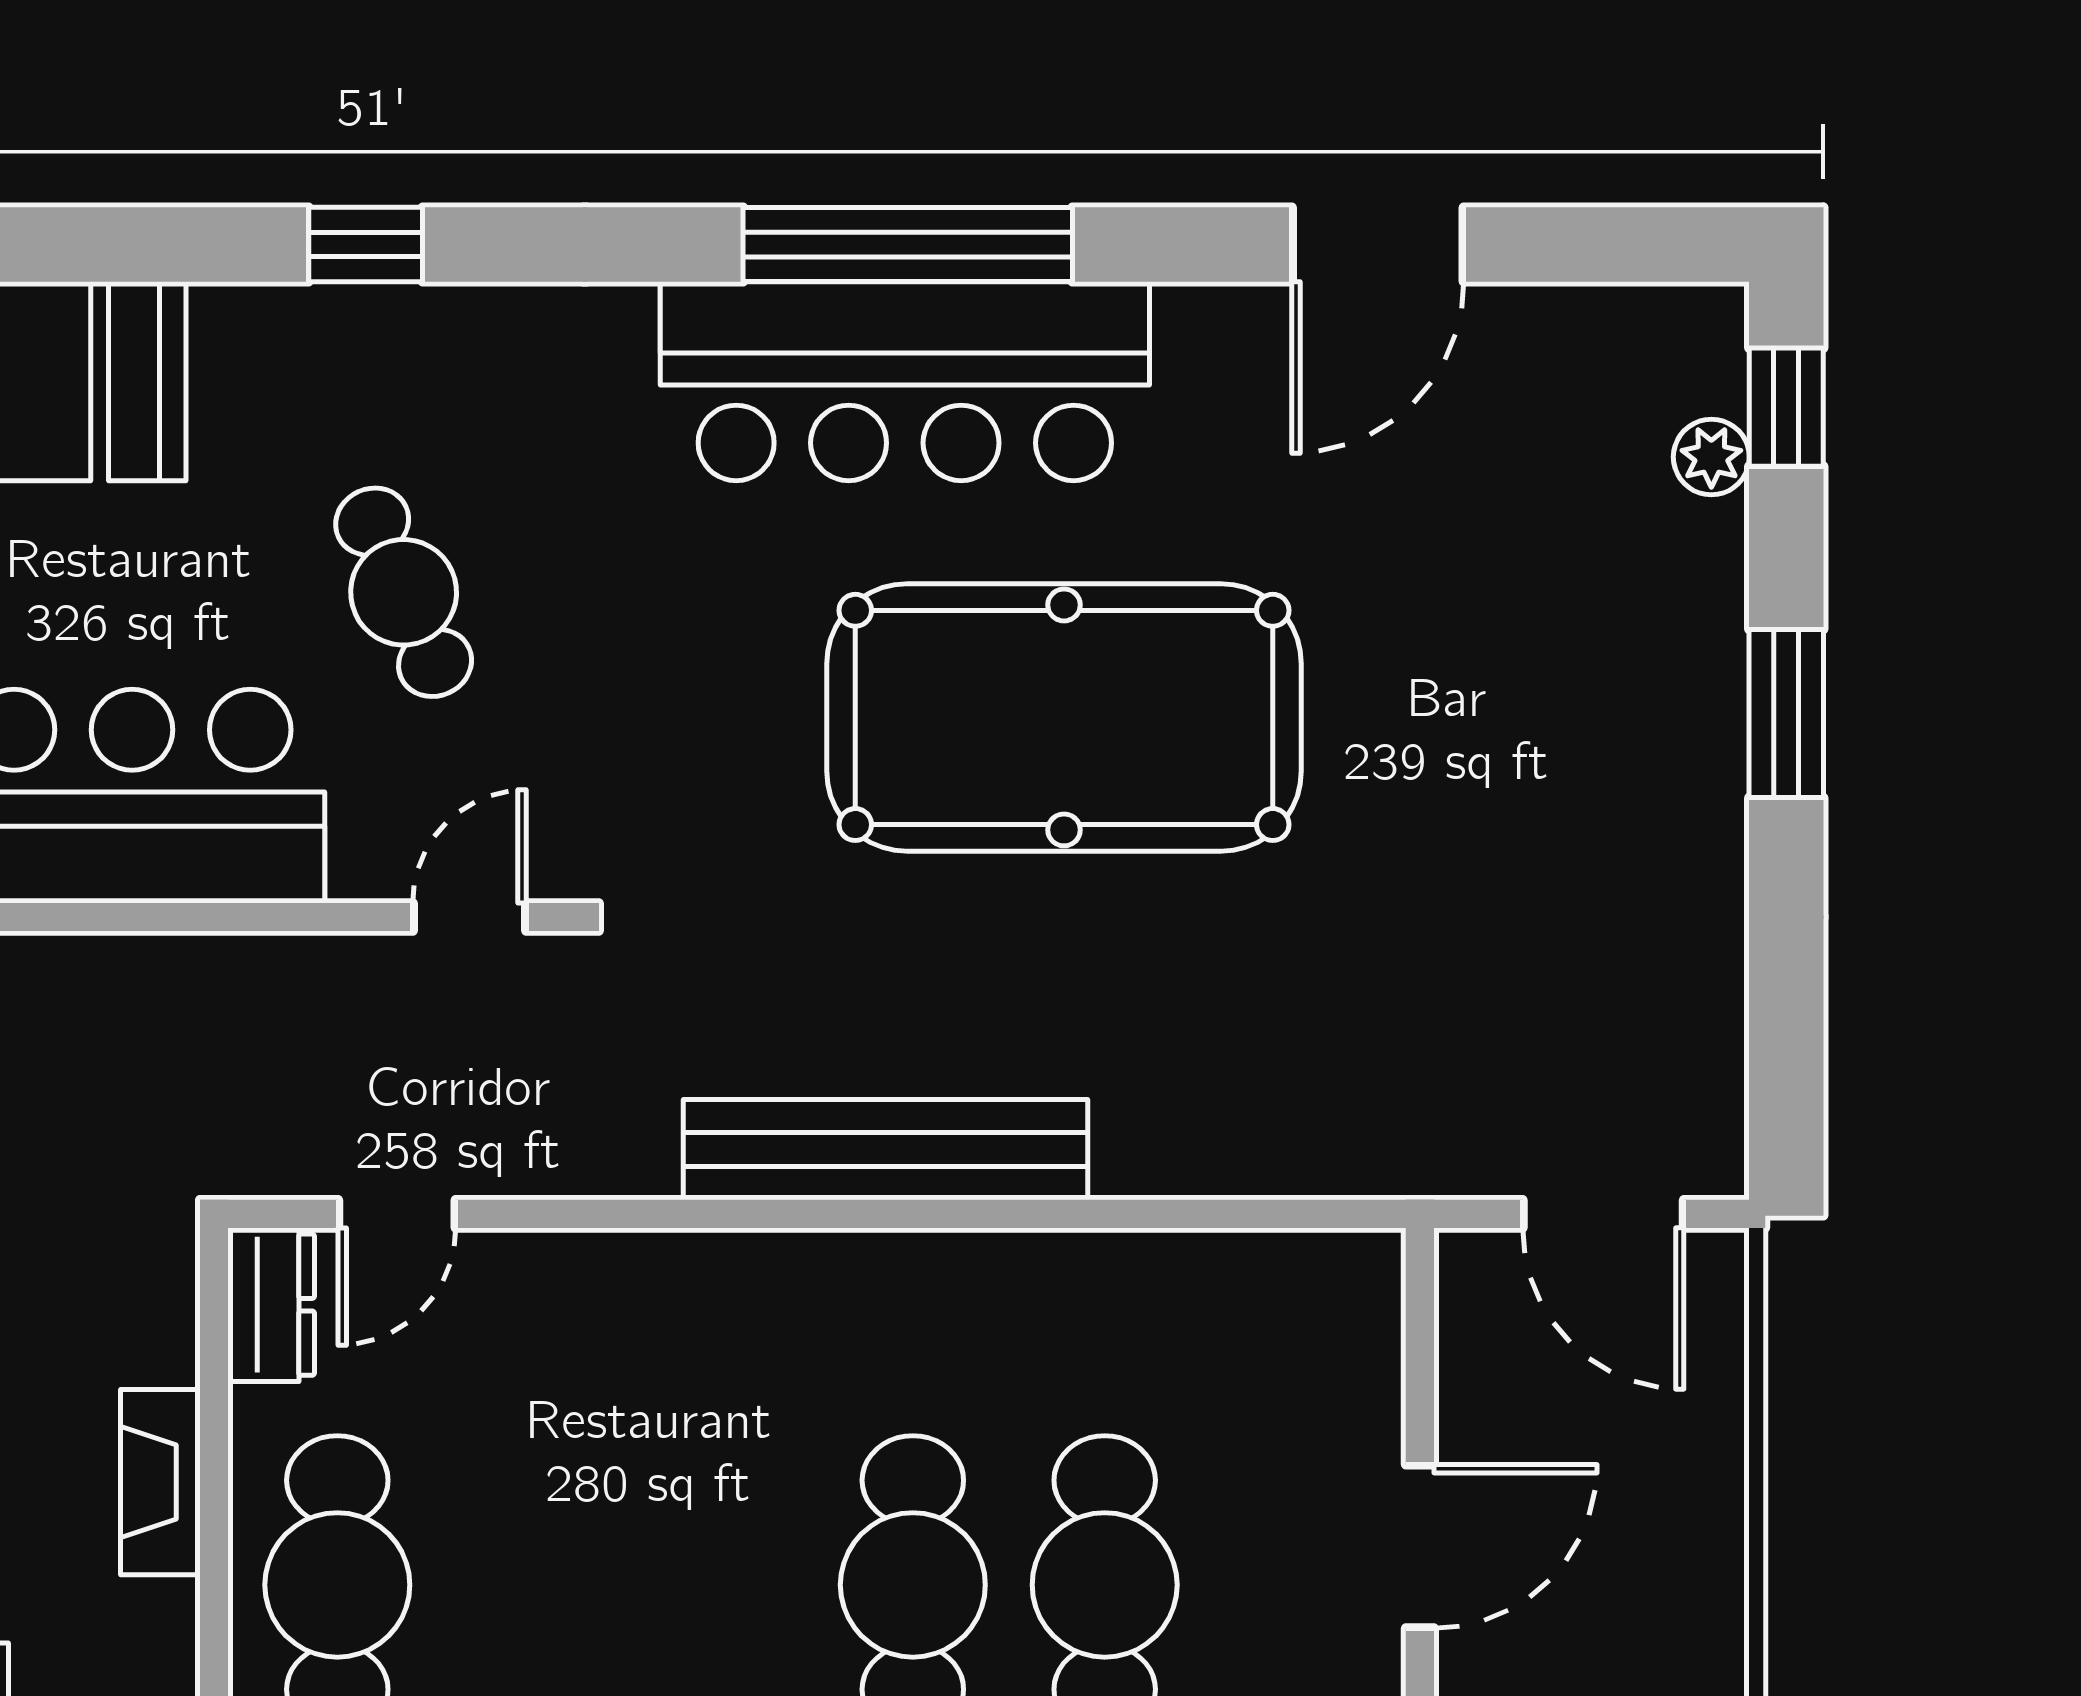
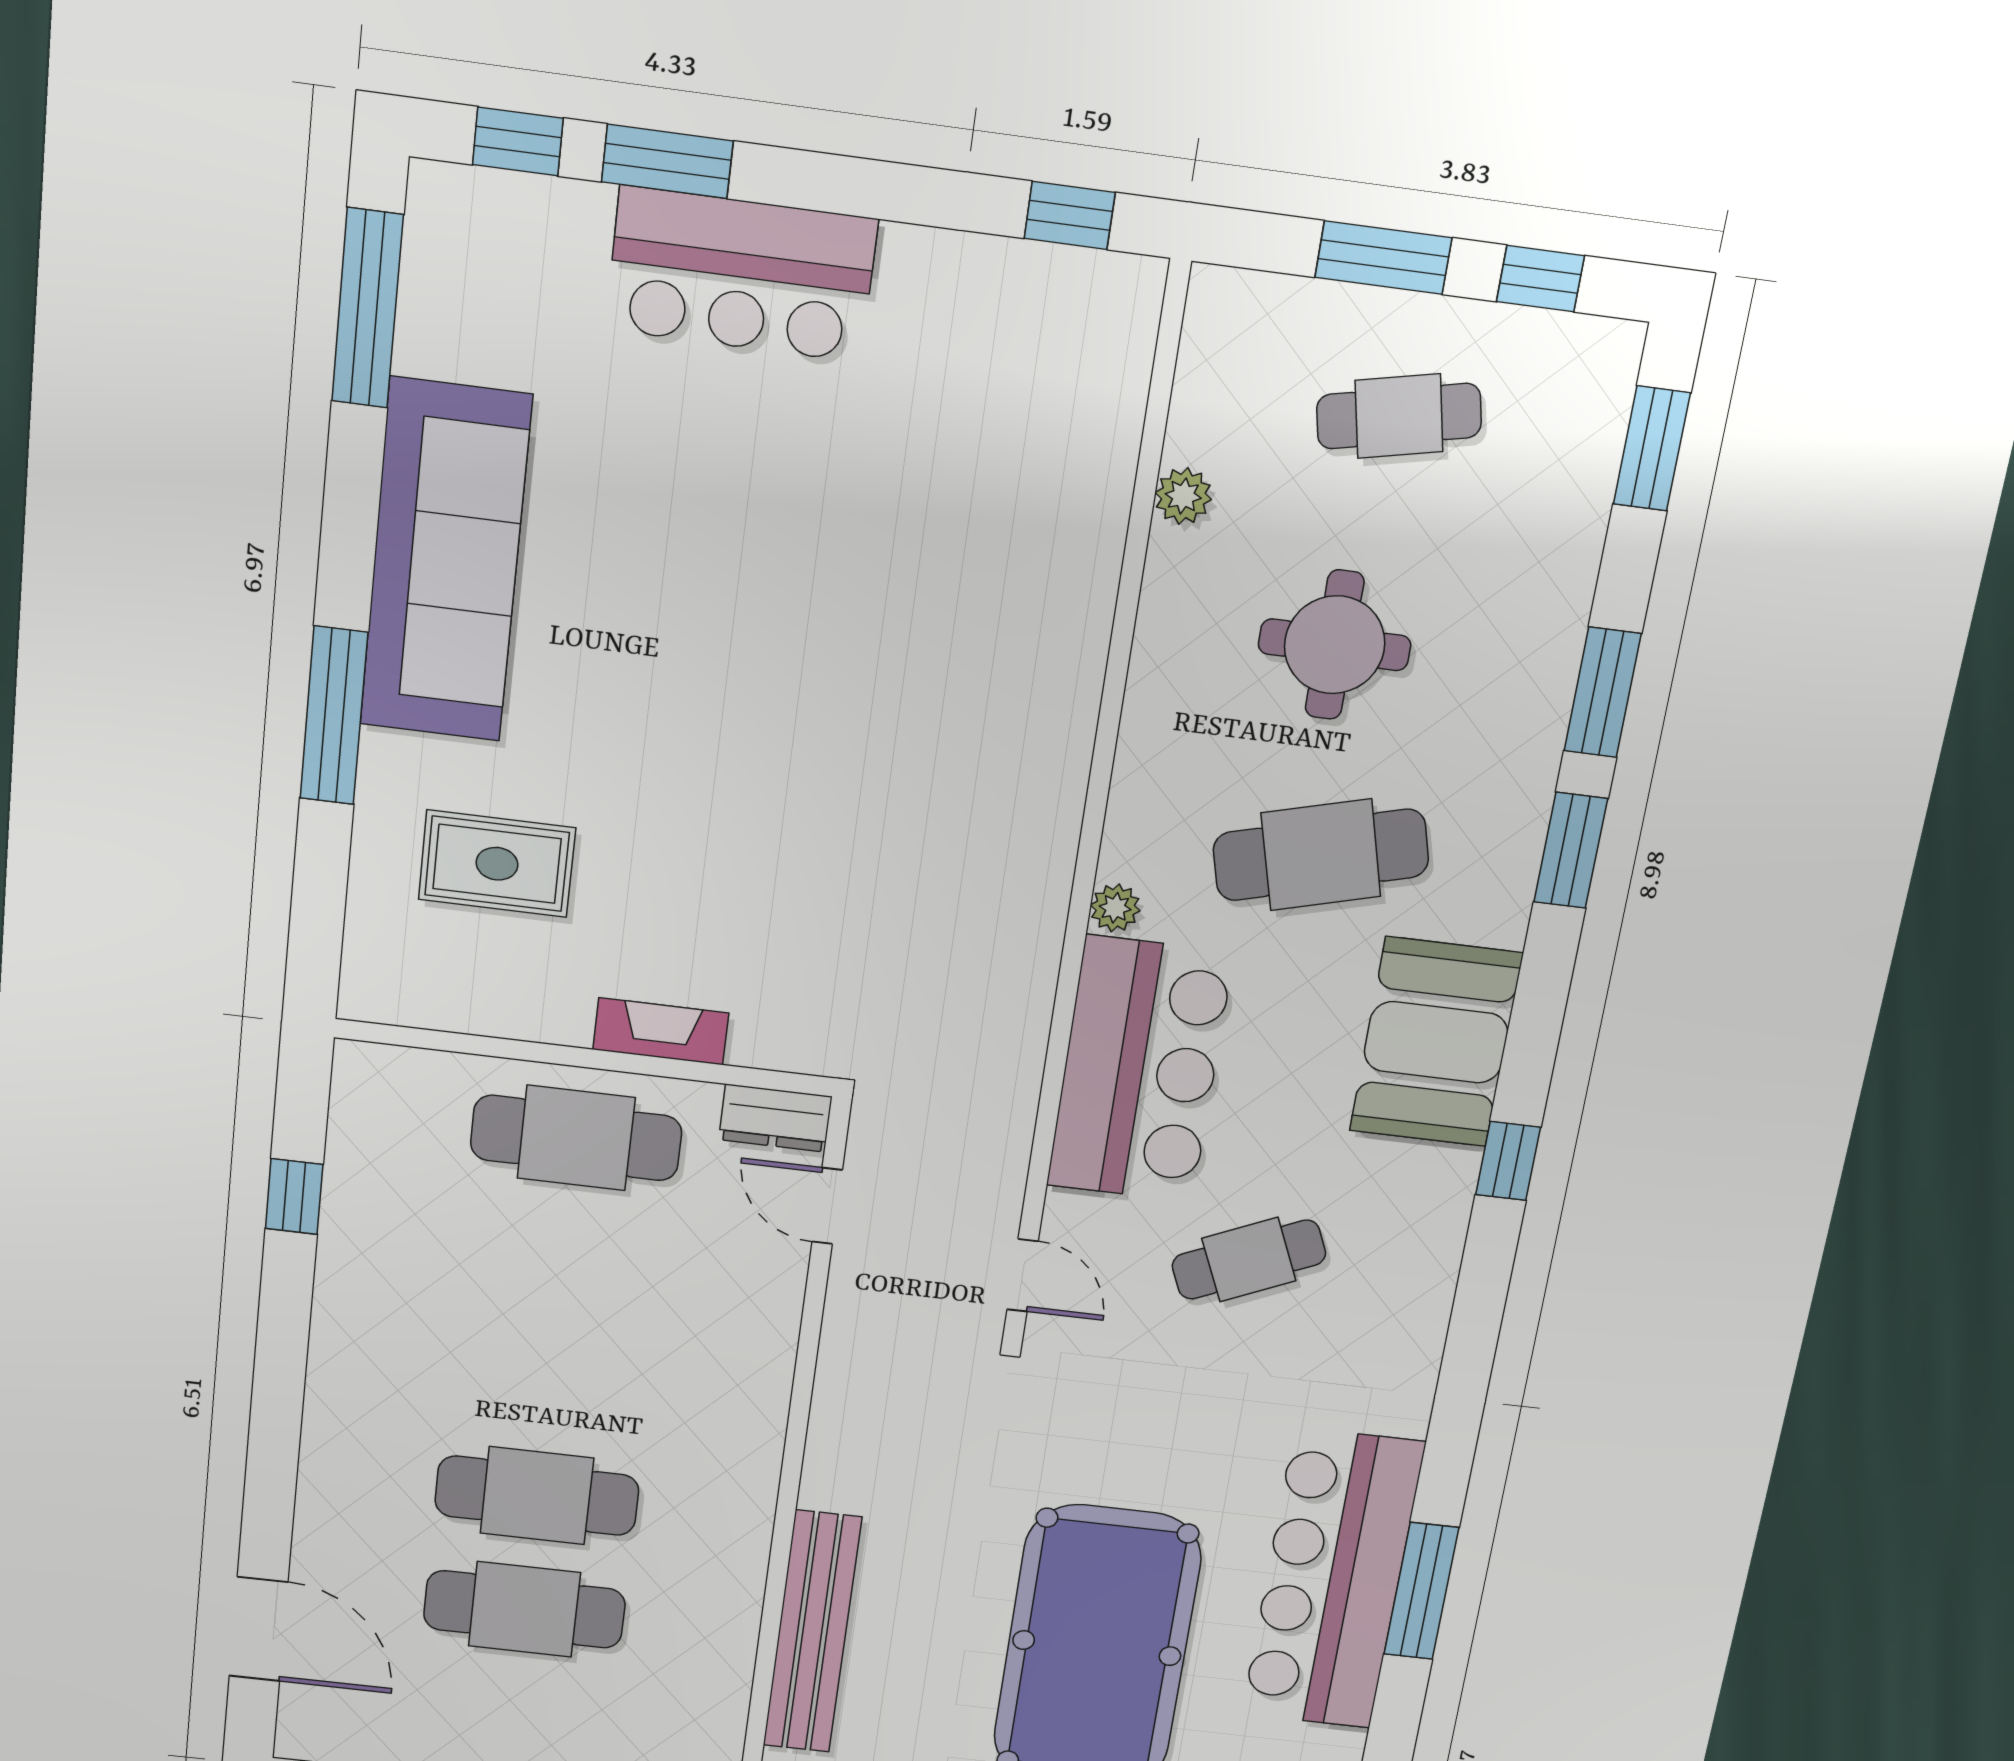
window: (366, 244) -> (1508, 1161), moved
window: (908, 244) -> (1421, 1591), width x0.68
bench: (886, 1150) -> (812, 1632), moved

